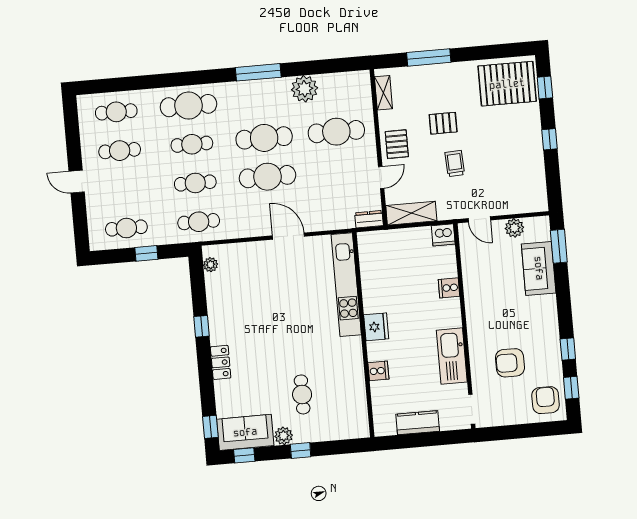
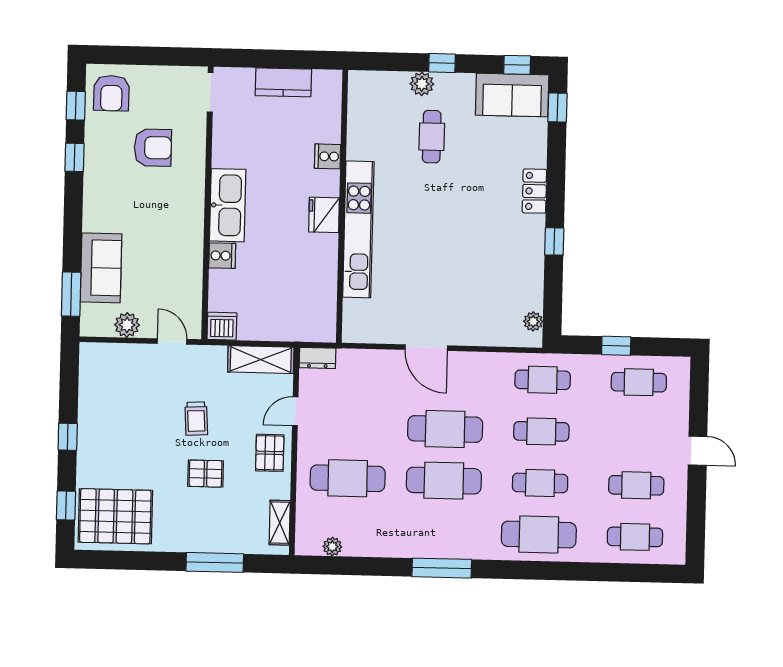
plant: (304, 89) -> (332, 547), moved, width x0.53, depth x0.53
kitchen unit: (346, 285) -> (358, 229), moved
kitchen sink: (452, 356) -> (228, 205), moved
plant: (284, 436) -> (422, 84), moved

